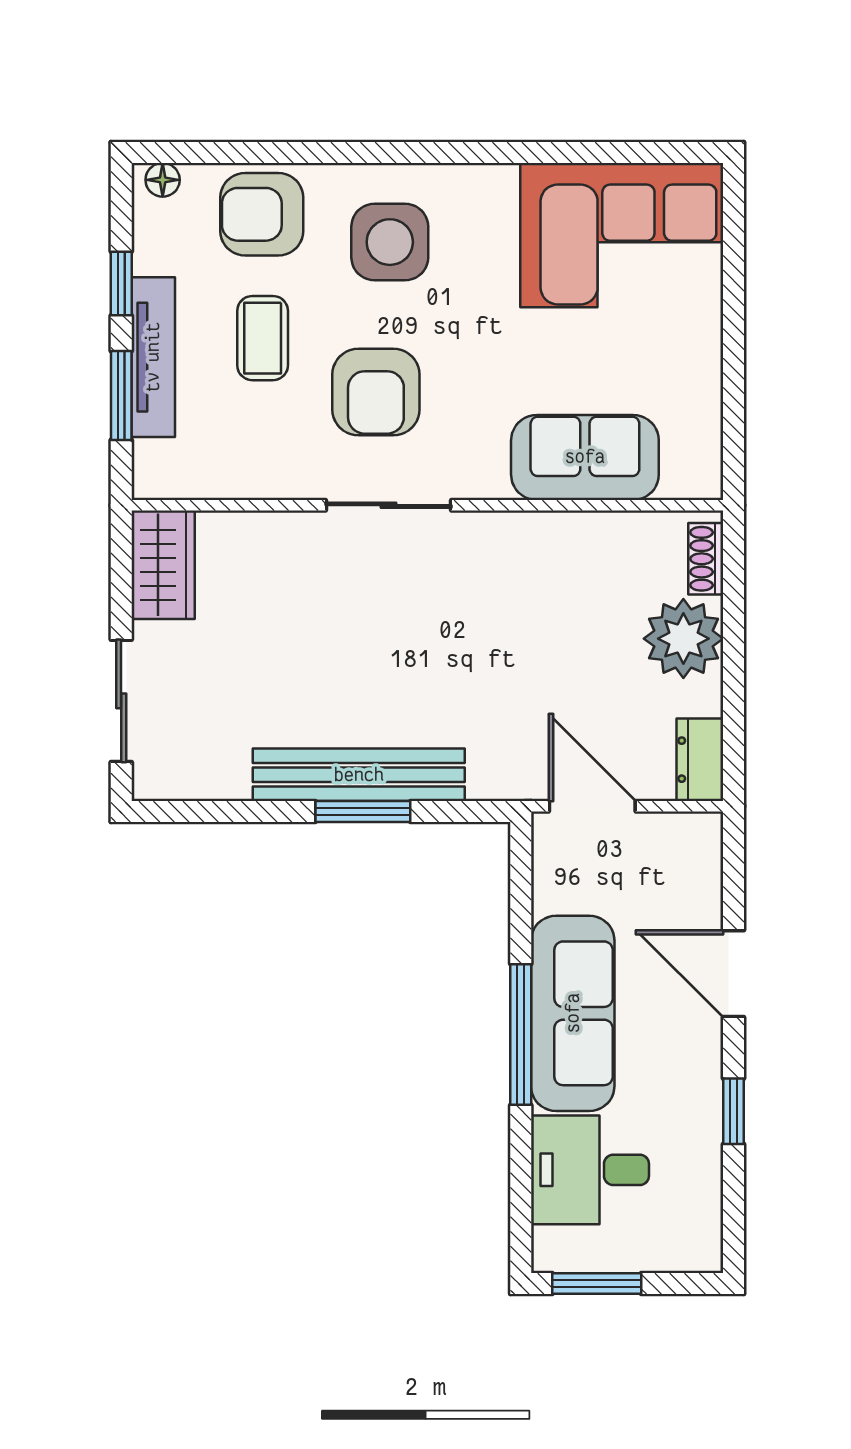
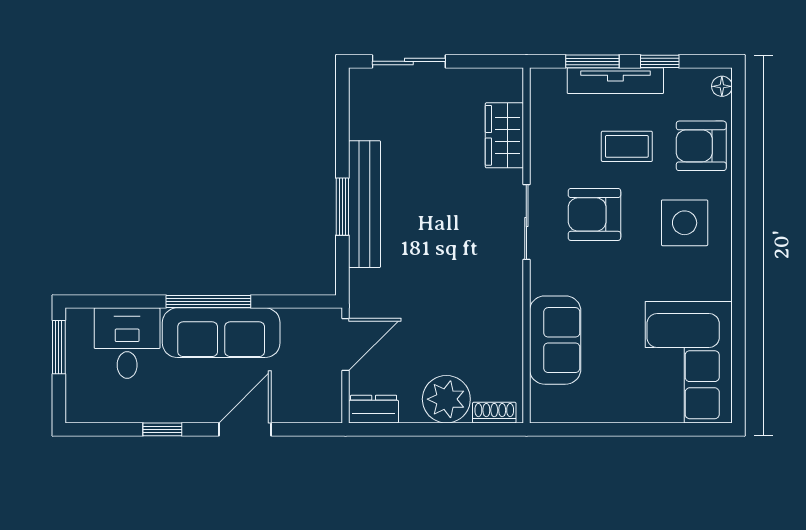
armchair: (262, 214) -> (701, 146), turned -90
wardrobe: (163, 565) -> (504, 135), moved, turned 90

